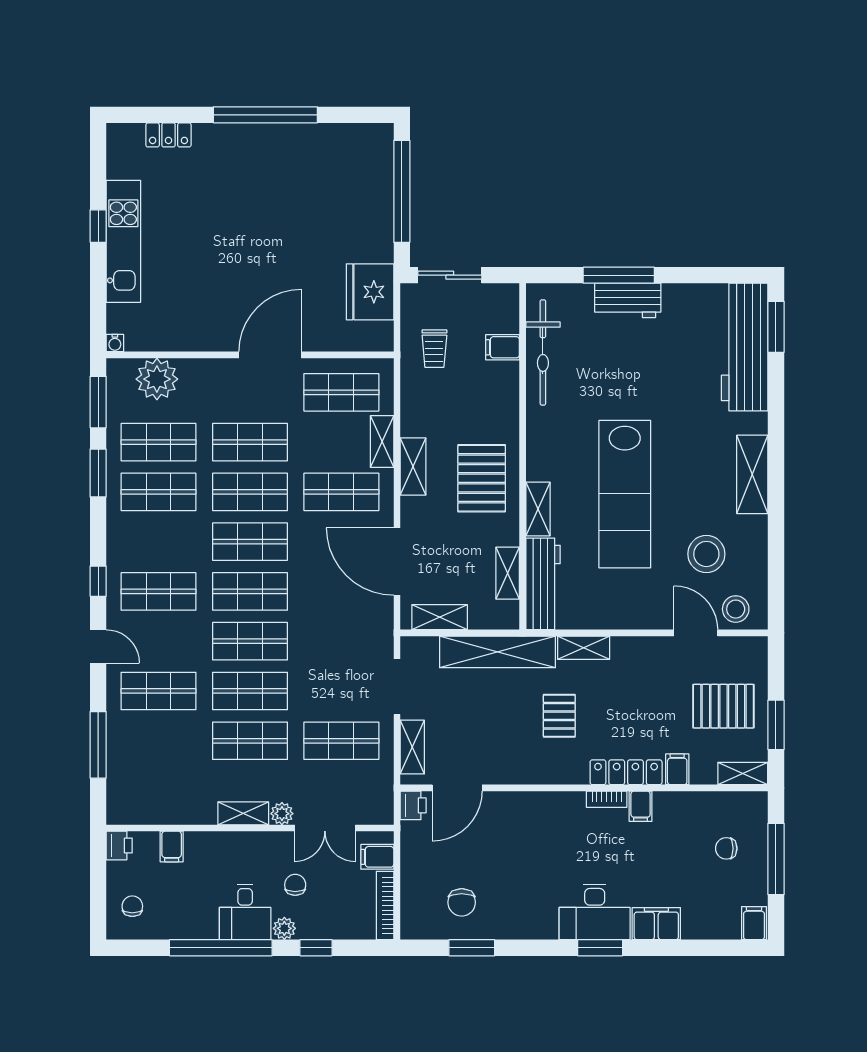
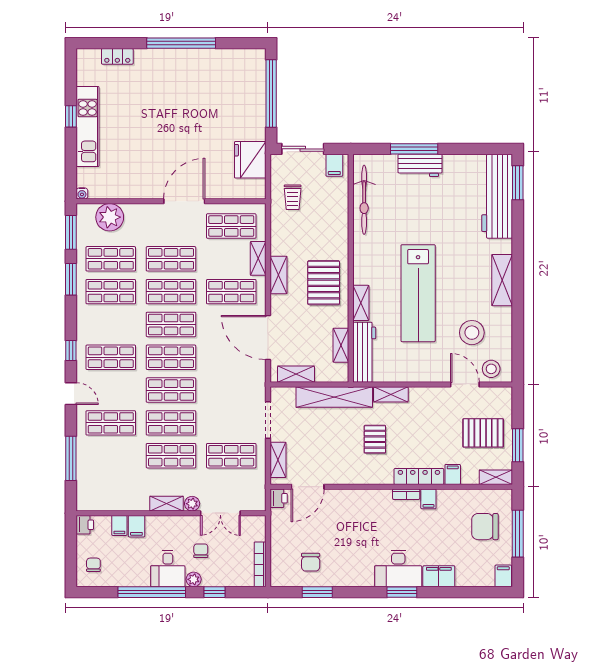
filing cabinet: (503, 347) -> (334, 165), moved, turned -90
chair: (726, 848) -> (485, 527), width x1.87, depth x1.87
filing cabinet: (377, 857) -> (136, 526), moved, turned -90

